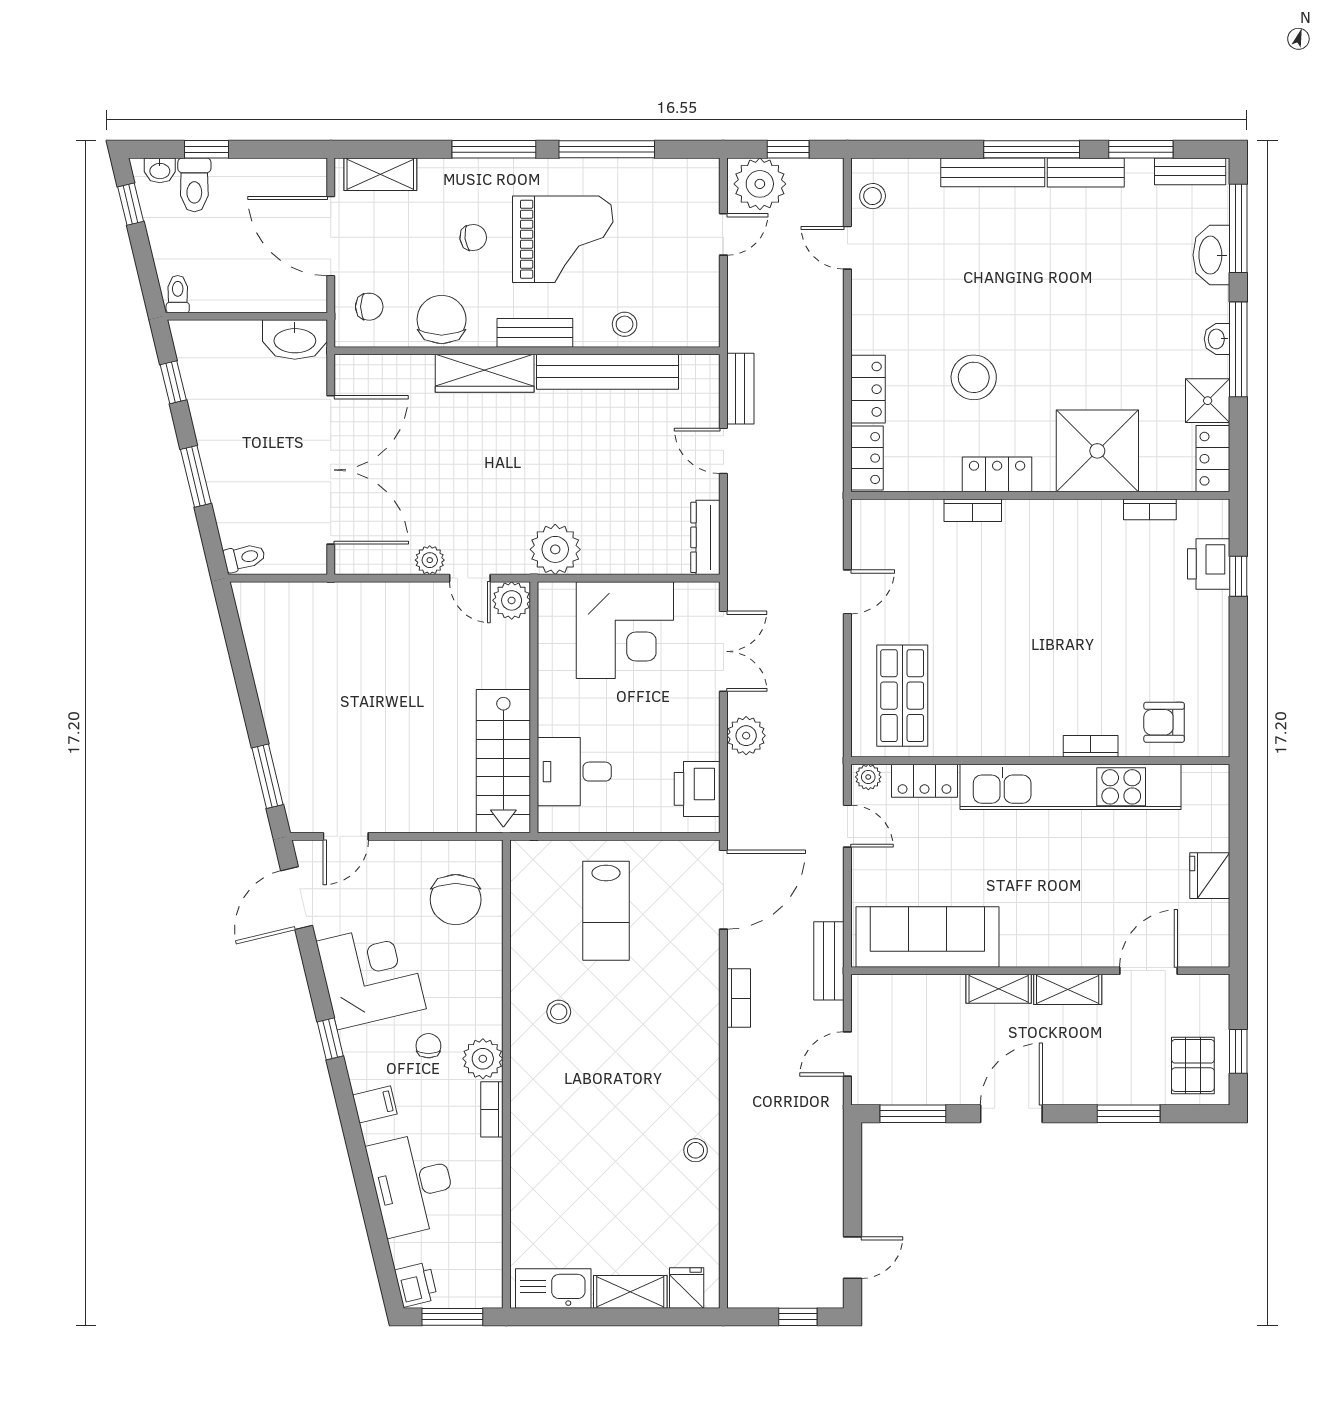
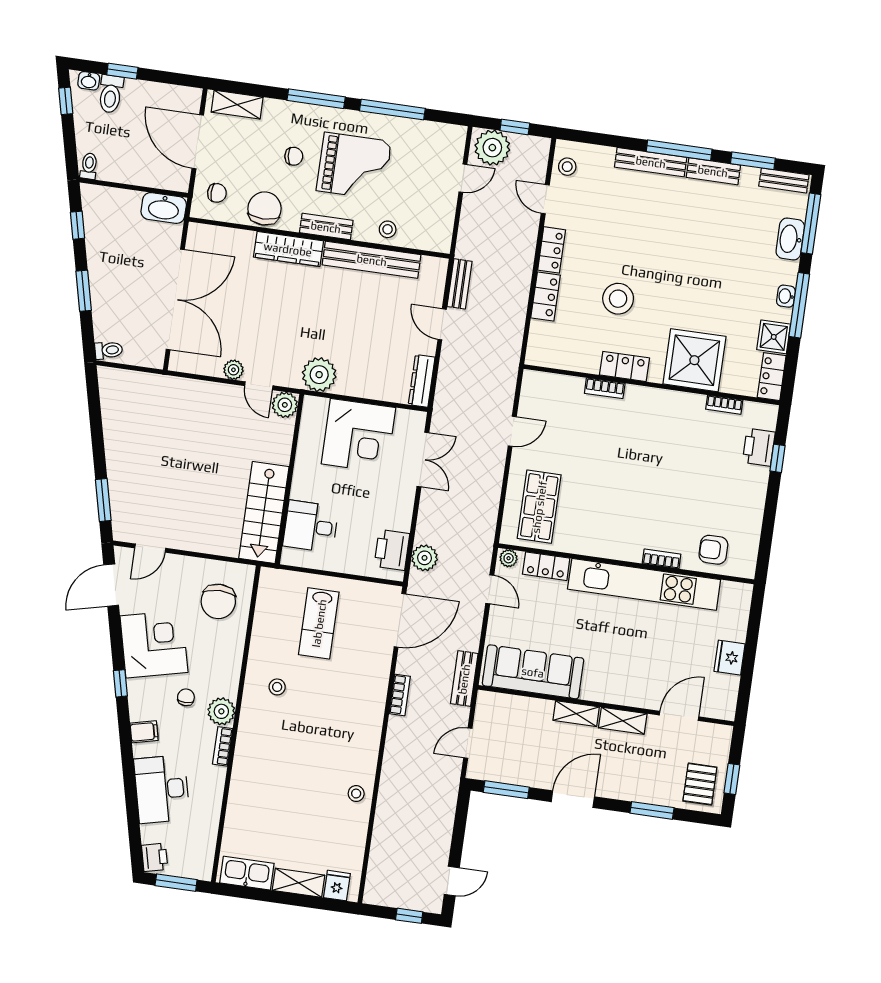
locker: (867, 458) -> (552, 250), moved
plant: (746, 736) -> (424, 558), moved

